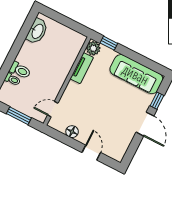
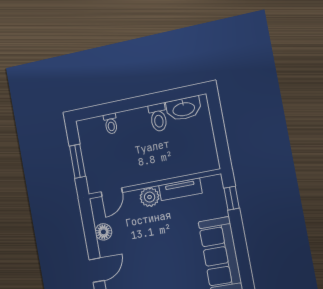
plant: (93, 48) -> (150, 197), moved
toilet: (20, 70) -> (158, 117), moved
door: (53, 109) -> (112, 192), swing flipped

